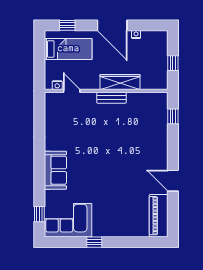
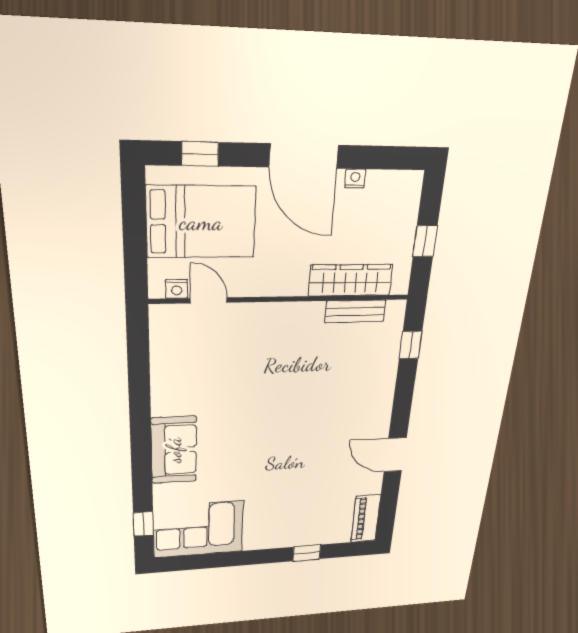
bed: (68, 49) -> (201, 222), width x1.50
wardrobe: (120, 82) -> (351, 280), moved
bench: (111, 98) -> (355, 311), moved
piano: (159, 216) -> (366, 519), width x0.73, depth x0.75
window: (94, 242) -> (307, 553), moved

